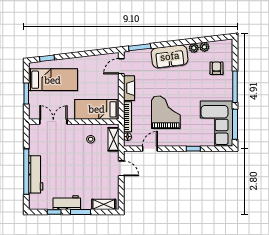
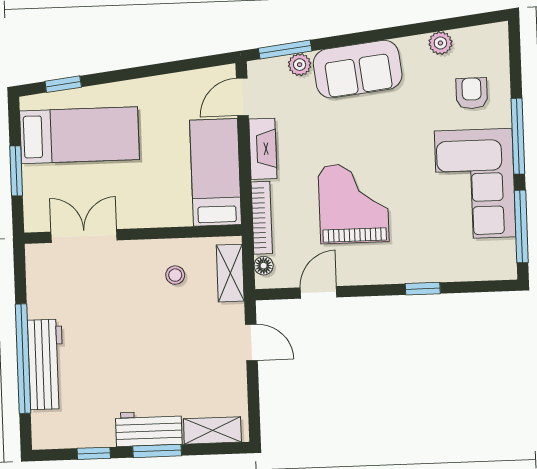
plant: (194, 48) -> (300, 65), moved
bed: (97, 109) -> (216, 172), moved, turned 90
corner sofa: (217, 123) -> (475, 184), moved
workbench: (67, 203) -> (149, 429), moved

